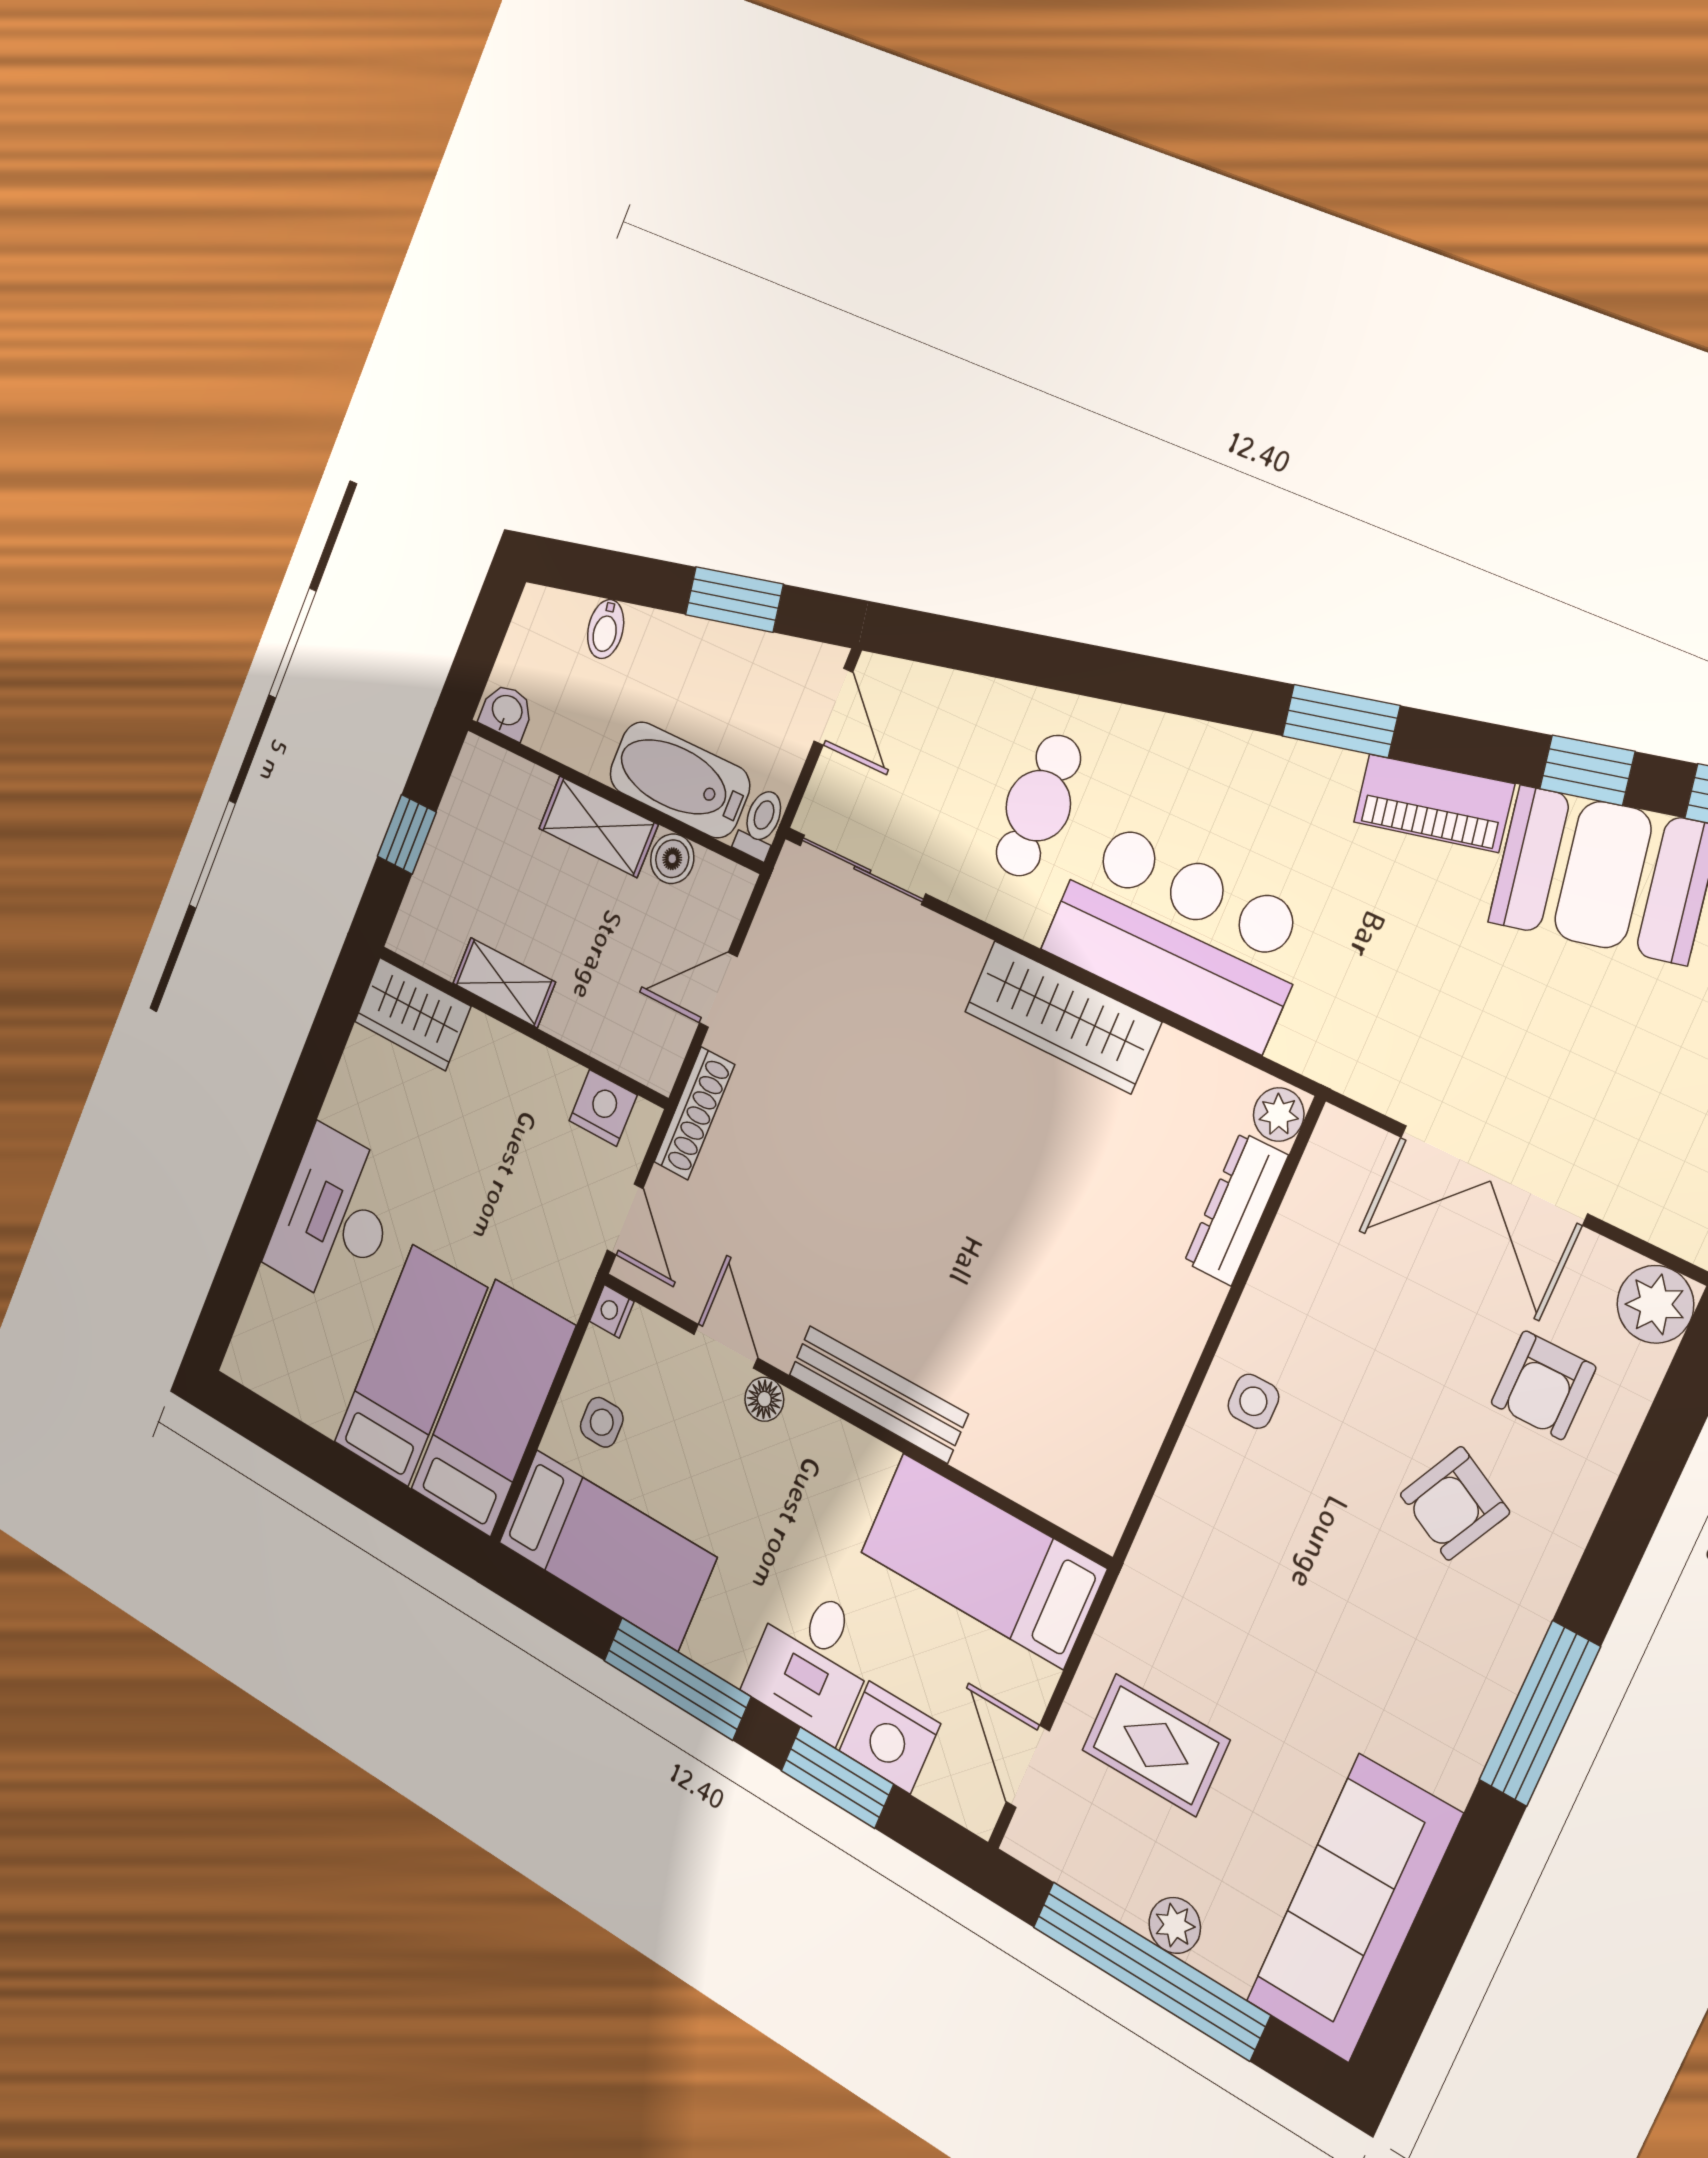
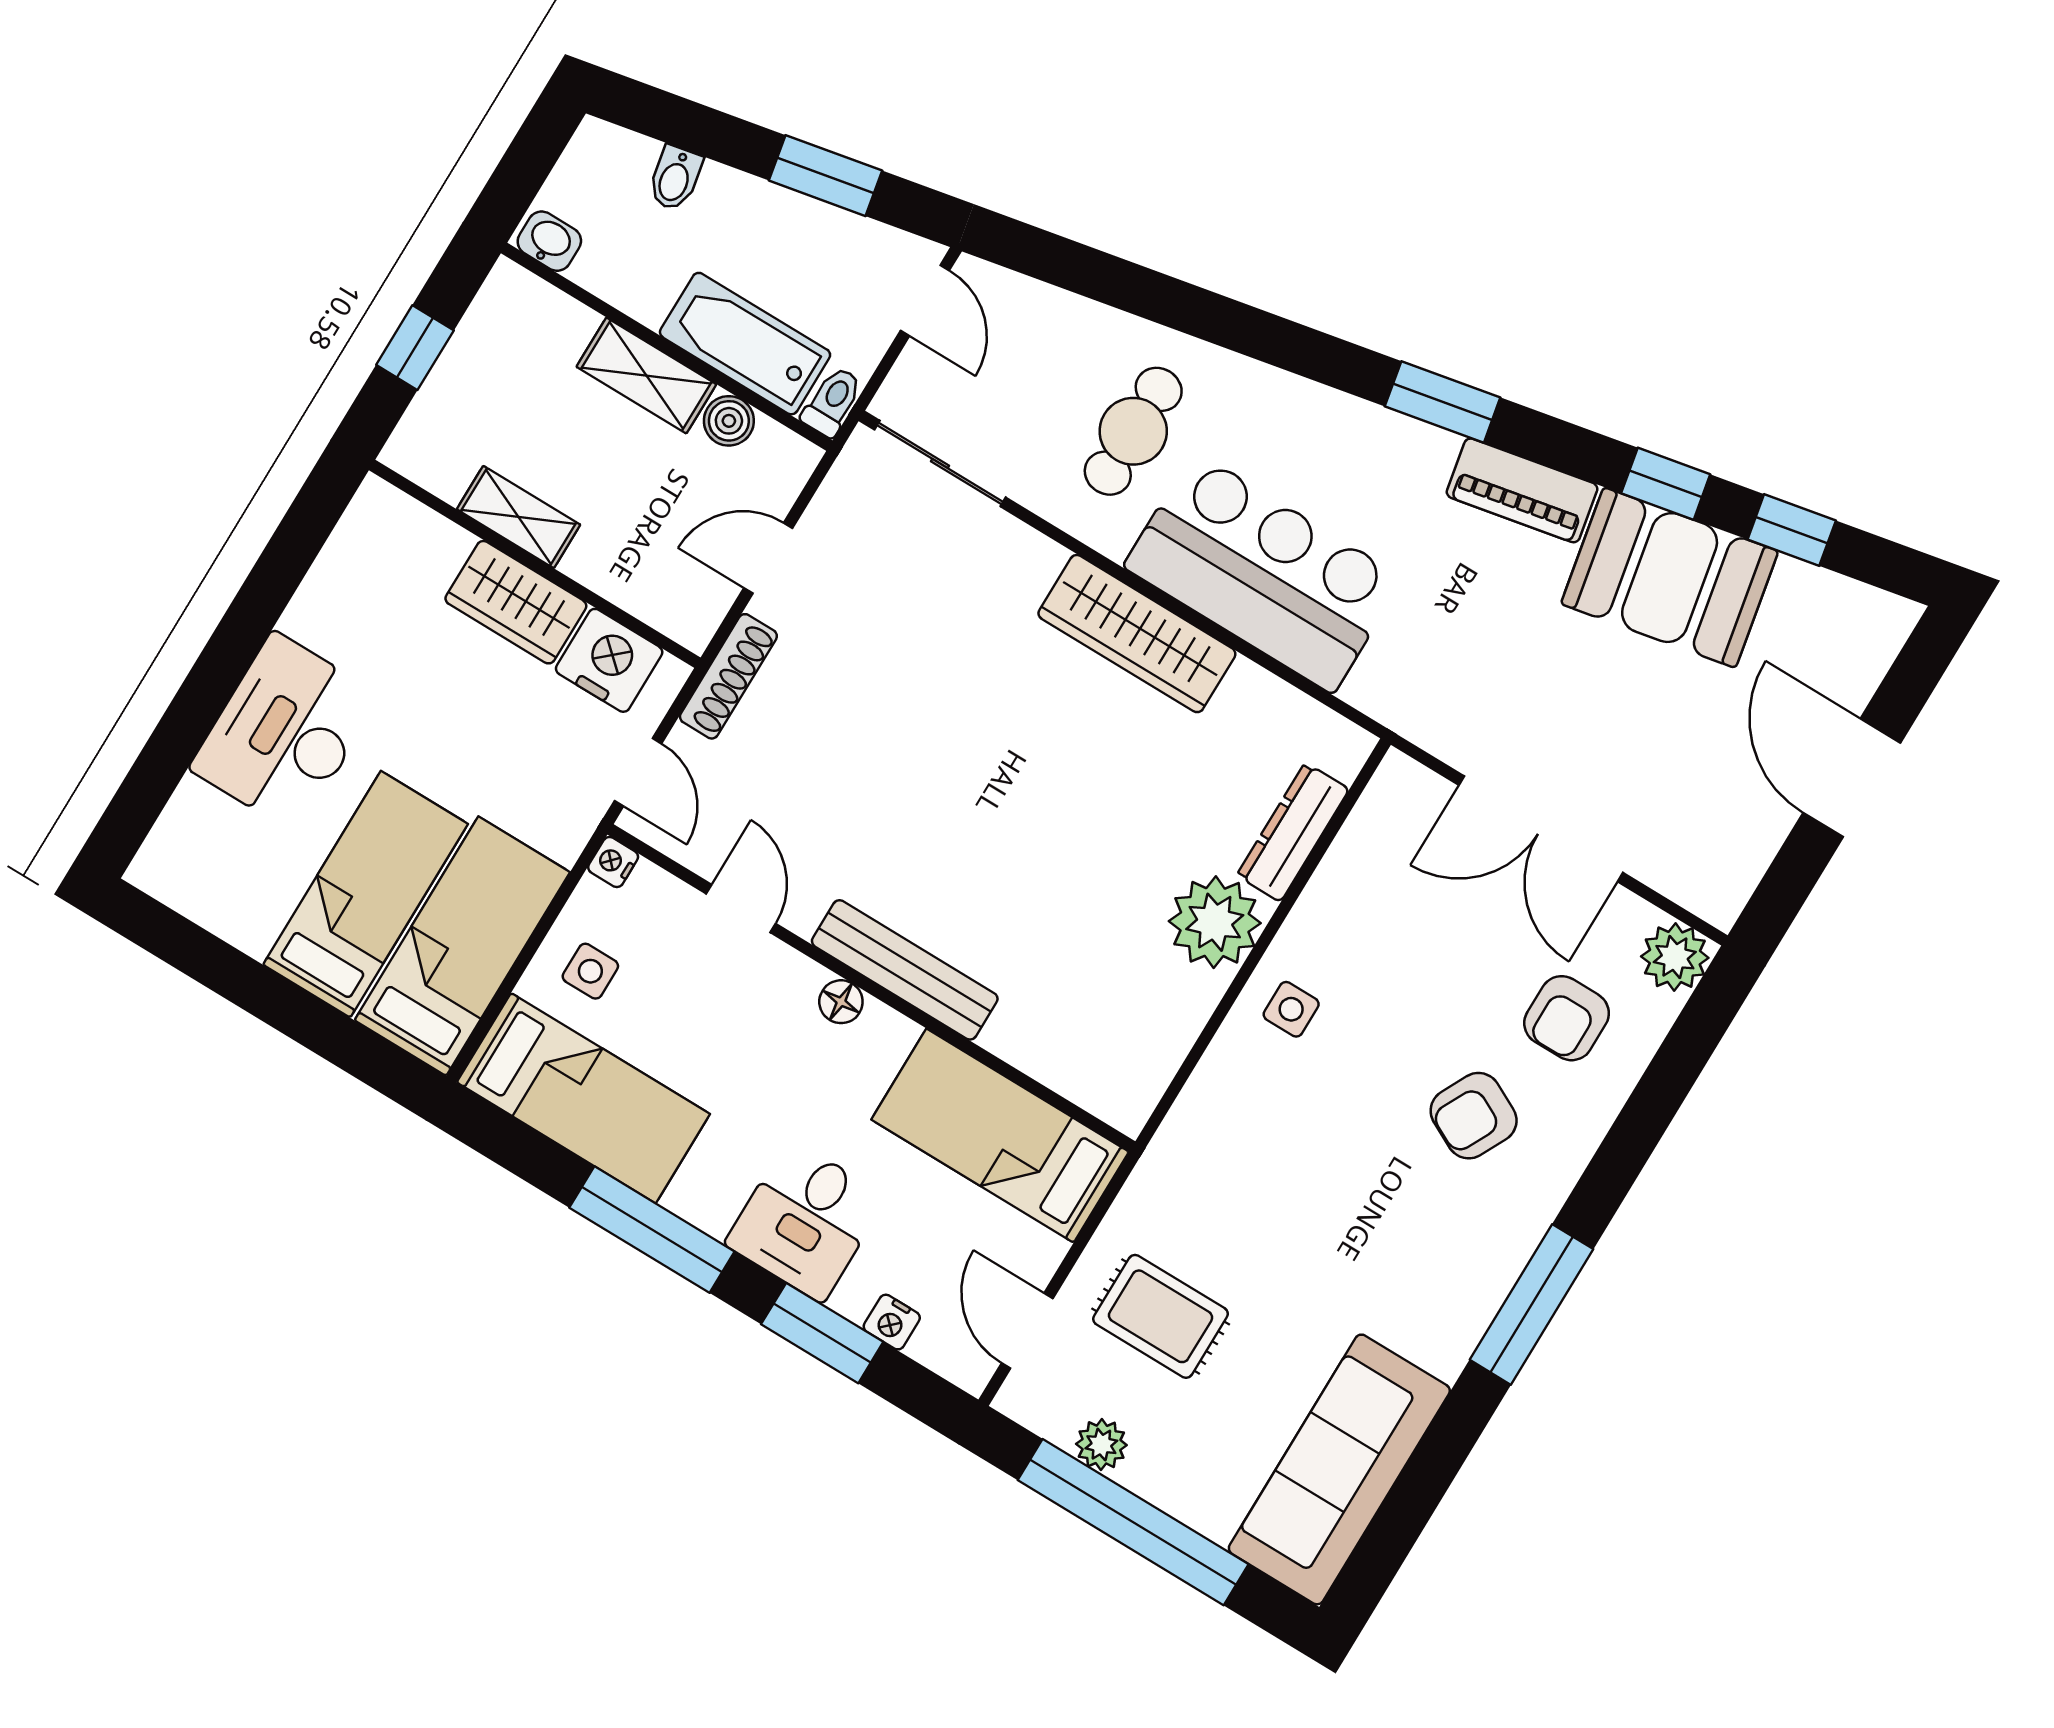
wardrobe: (412, 1014) -> (516, 602), moved
nightstand: (603, 1108) -> (609, 660), width x1.36, depth x1.33
plant: (1279, 1115) -> (1215, 922), moved, width x1.87, depth x1.87
floor lamp: (764, 1399) -> (841, 1002), moved
nightstand: (890, 1737) -> (892, 1322), width x0.53, depth x0.56
plant: (1175, 1925) -> (1101, 1445), moved

